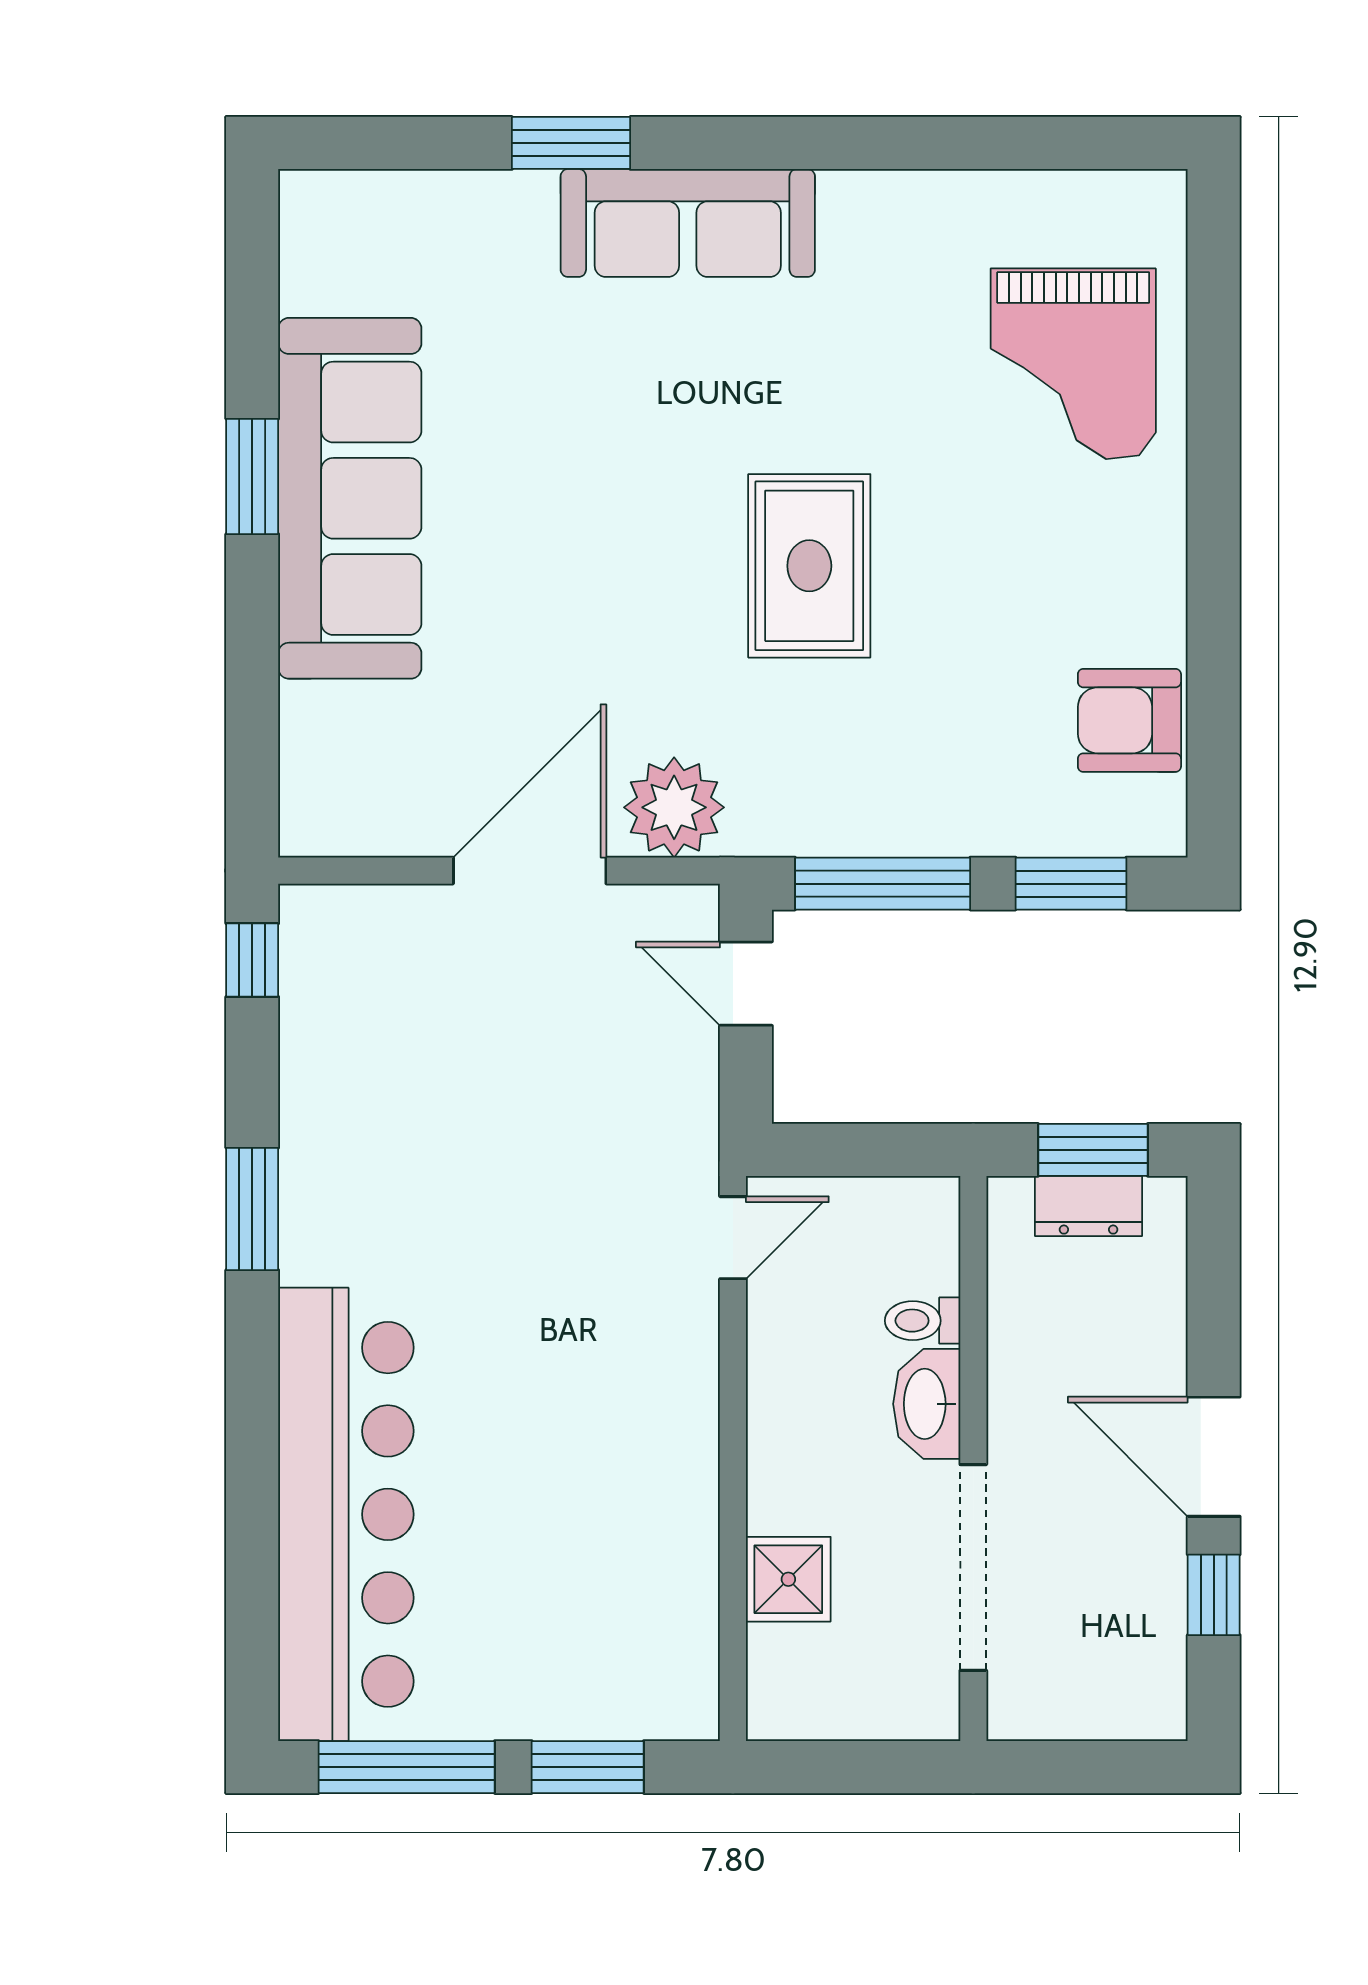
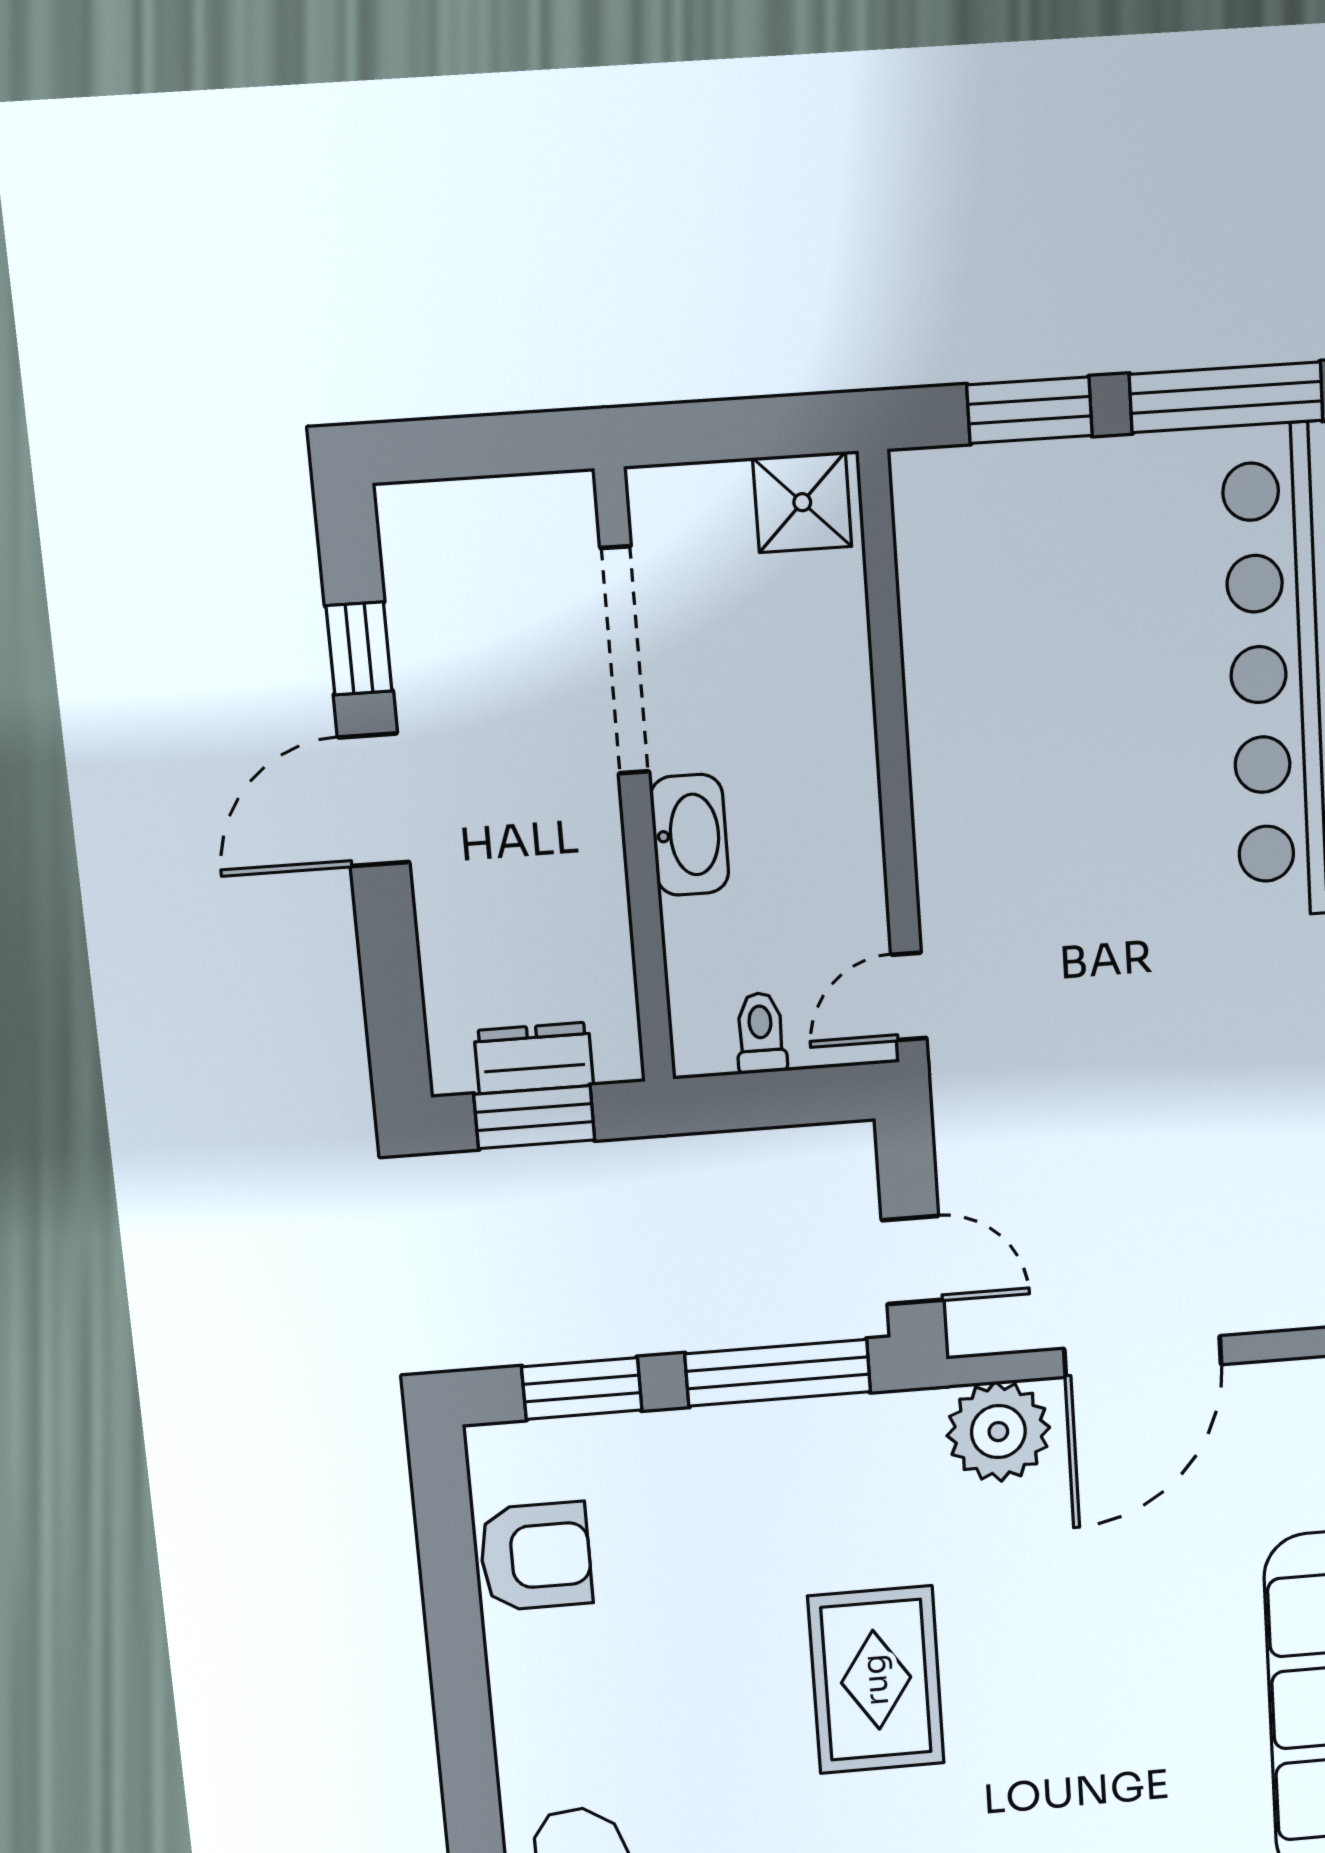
toilet: (923, 1321) -> (761, 1033), moved, turned -90
door: (1214, 1457) -> (374, 800), swing flipped
shower: (788, 1579) -> (802, 502), moved

